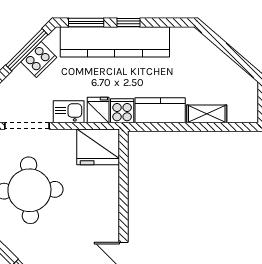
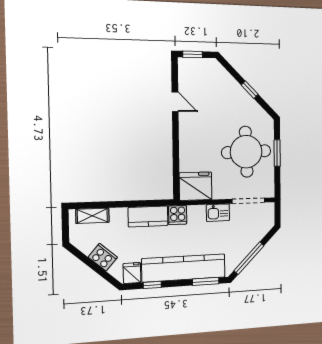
window: (128, 23) -> (152, 285), moved
cooker: (39, 60) -> (103, 257), moved, turned 86
fridge: (98, 110) -> (132, 273), moved, turned 180
shelving: (207, 114) -> (92, 216), moved

